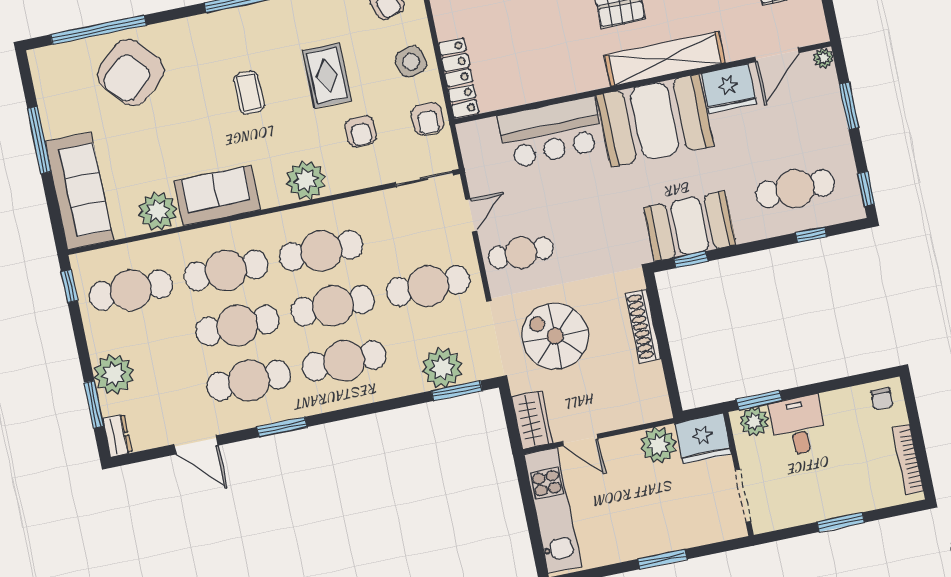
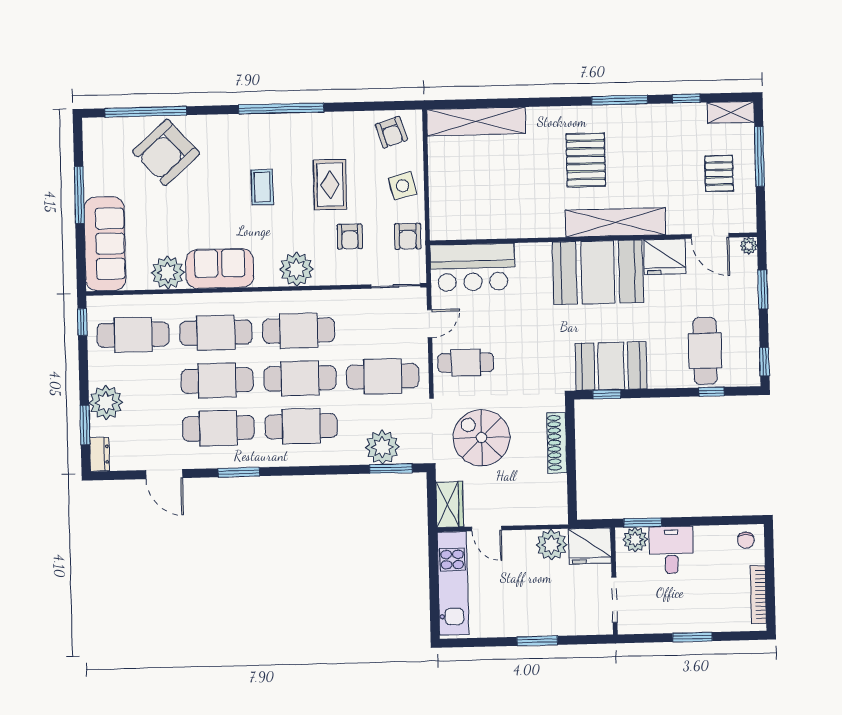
door: (777, 55) -> (710, 236), hinge flipped
locker: (459, 78) -> (440, 207), removed
bar counter: (551, 132) -> (473, 267), moved
cafe table: (795, 189) -> (705, 351), turned 90

